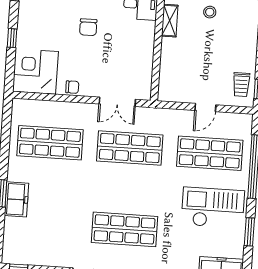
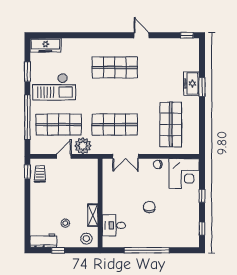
double door: (117, 102) -> (126, 156), swing flipped
plant: (177, 121) -> (83, 146), added
shop shelf: (50, 143) -> (171, 125), turned 90

